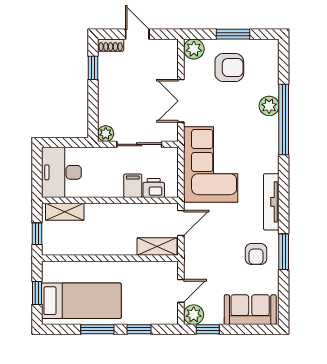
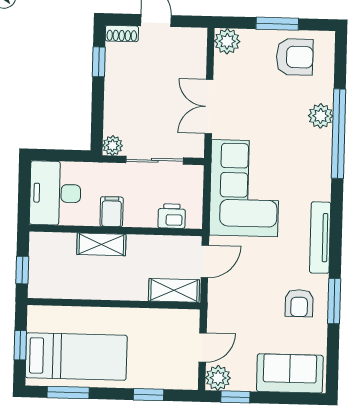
armchair: (229, 67) -> (295, 57), moved
filing cabinet: (133, 186) -> (112, 212), moved
shelving: (65, 212) -> (101, 244), moved
window: (97, 329) -> (68, 393), moved

